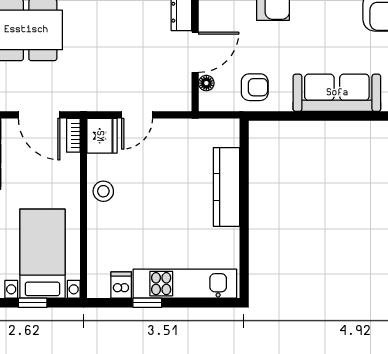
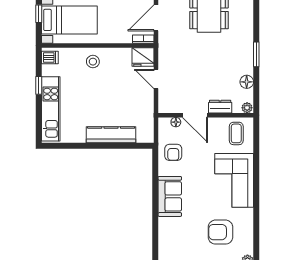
sofa: (337, 93) -> (170, 196), width x0.73
stool: (103, 191) -> (93, 62), moved
dishwasher: (121, 285) -> (50, 57), moved

